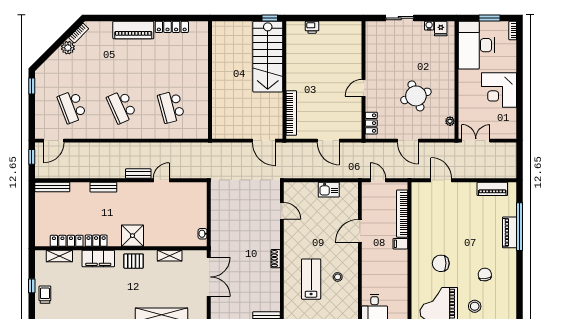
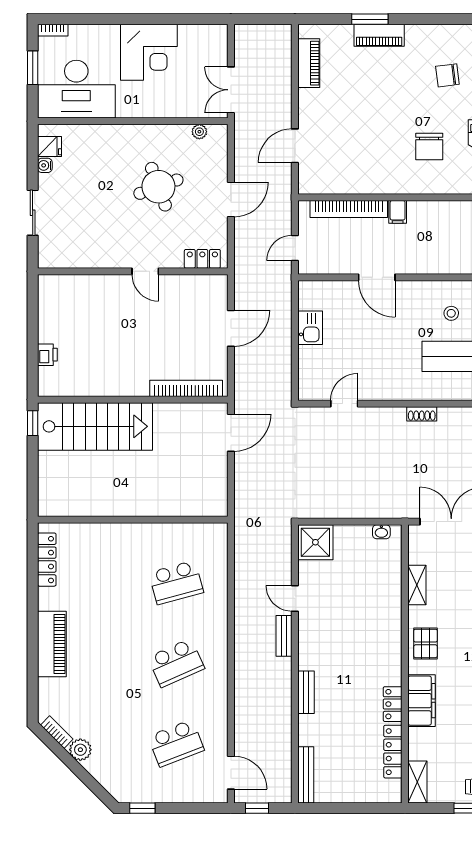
locker: (172, 27) -> (47, 560), moved
window: (520, 227) -> (370, 19), width x0.47
shower: (132, 236) -> (315, 542), moved
shelving: (59, 256) -> (417, 782), moved

